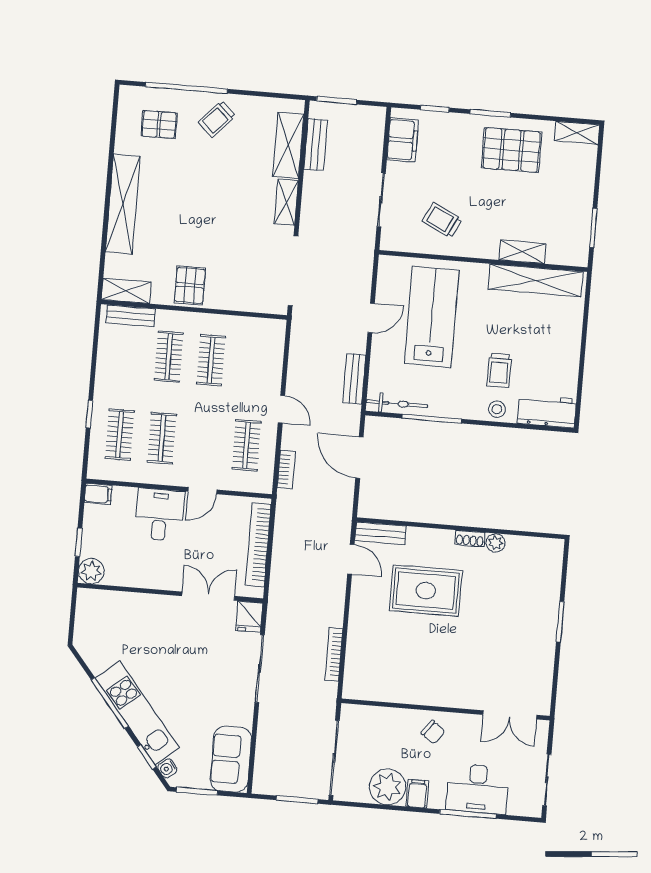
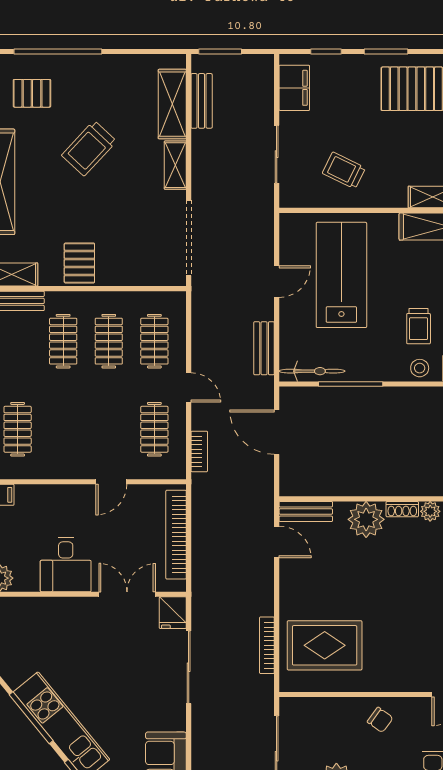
trolley: (217, 119) -> (89, 148), moved, width x1.36, depth x1.39
clothes rail: (162, 438) -> (154, 341), moved
desk: (160, 515) -> (66, 565), moved, turned 180
plant: (436, 545) -> (366, 519), added
rug: (426, 591) -> (325, 645), moved

